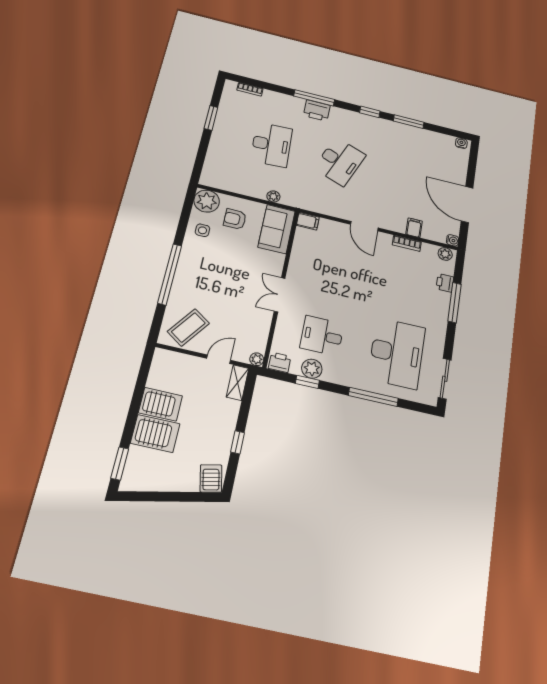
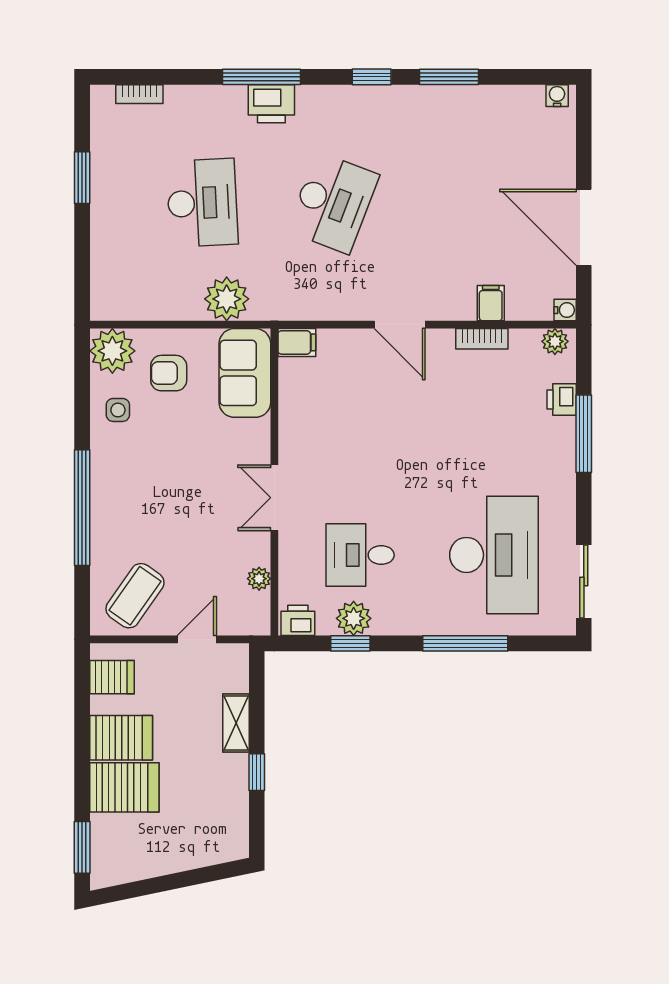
plant: (273, 196) -> (227, 299), width x1.88, depth x1.88
plant: (257, 359) -> (259, 579), moved
shelving: (238, 383) -> (236, 723), moved
server rack: (211, 478) -> (112, 677), moved, turned 102

